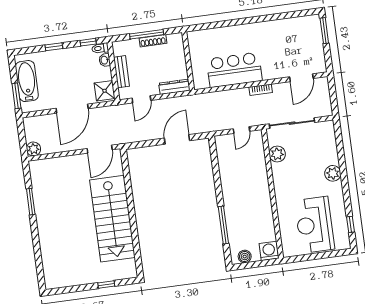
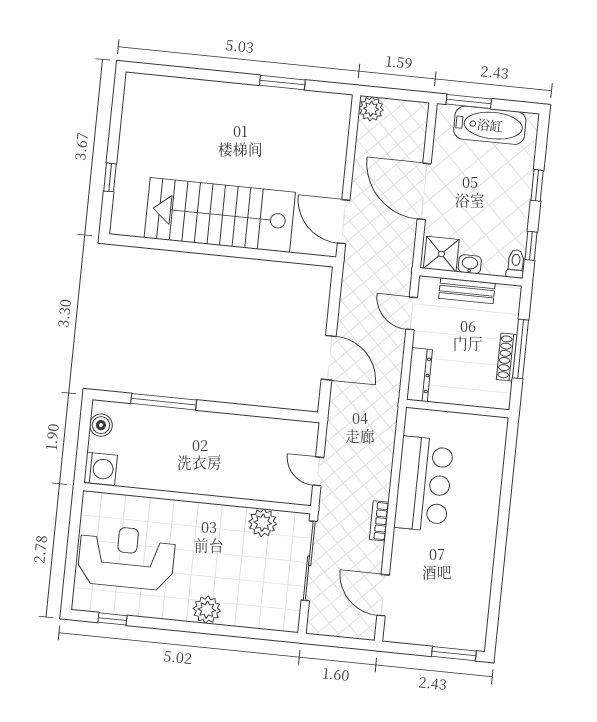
washbasin: (105, 60) -> (470, 264), moved

